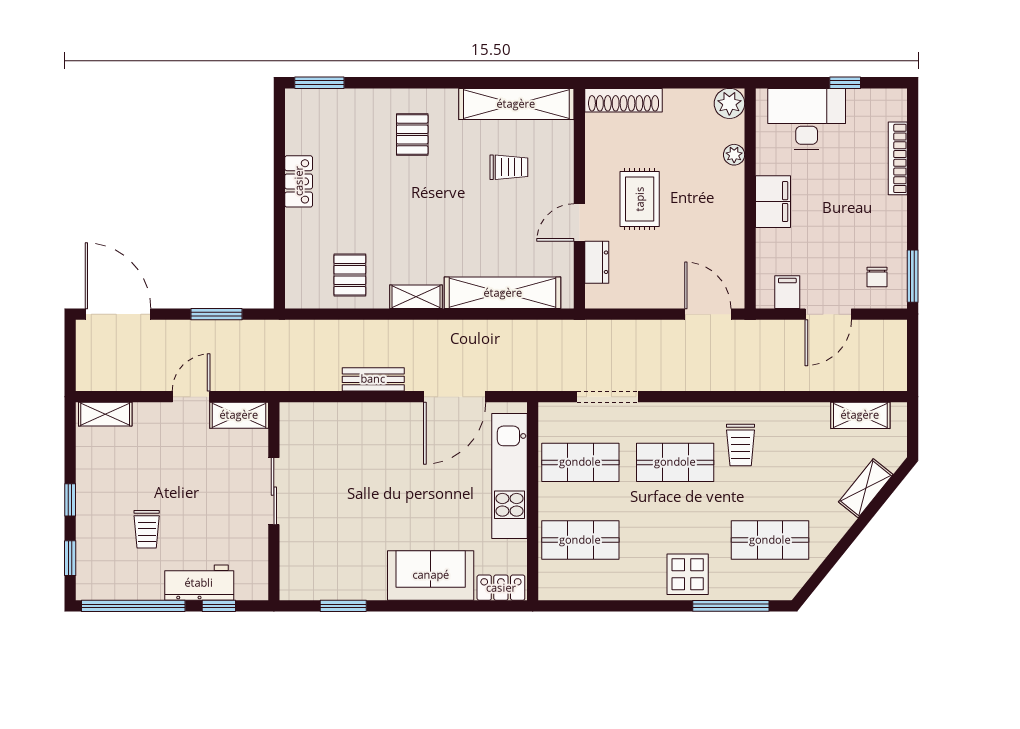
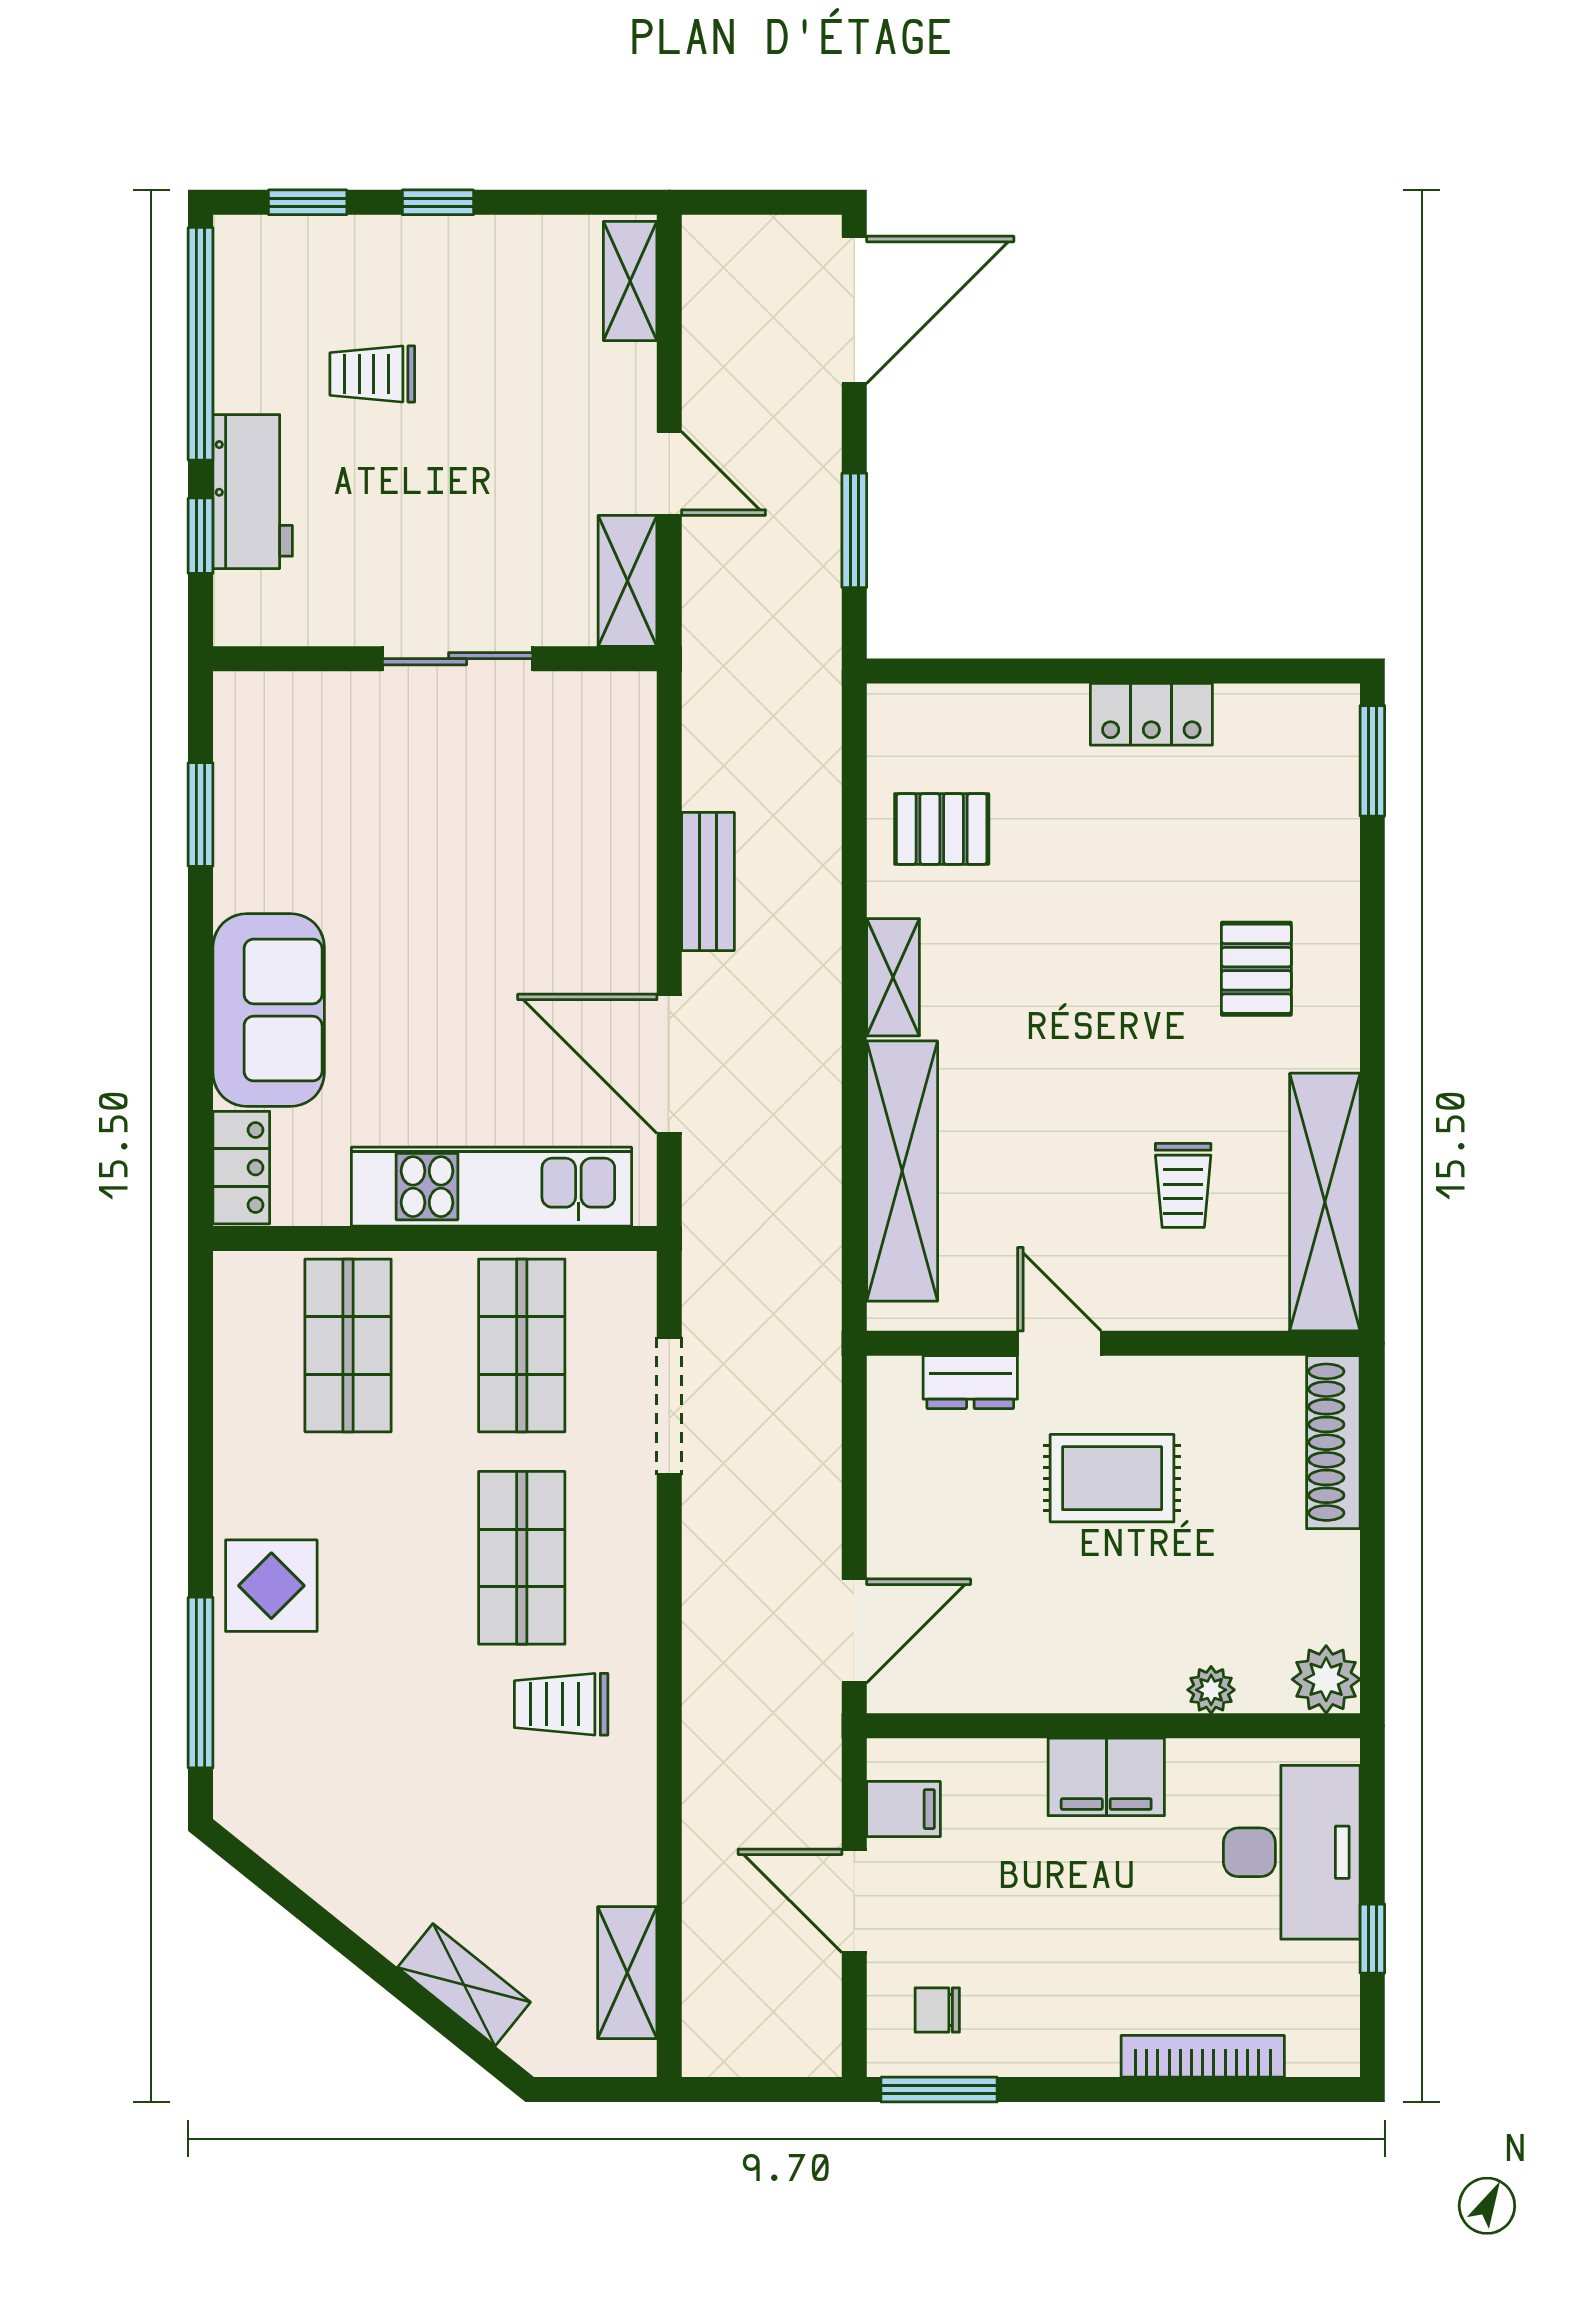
pallet: (412, 135) -> (1256, 969), turned 90
shop shelf: (770, 540) -> (348, 1770), removed

